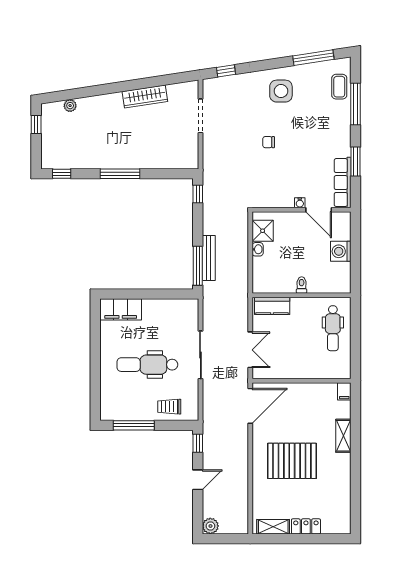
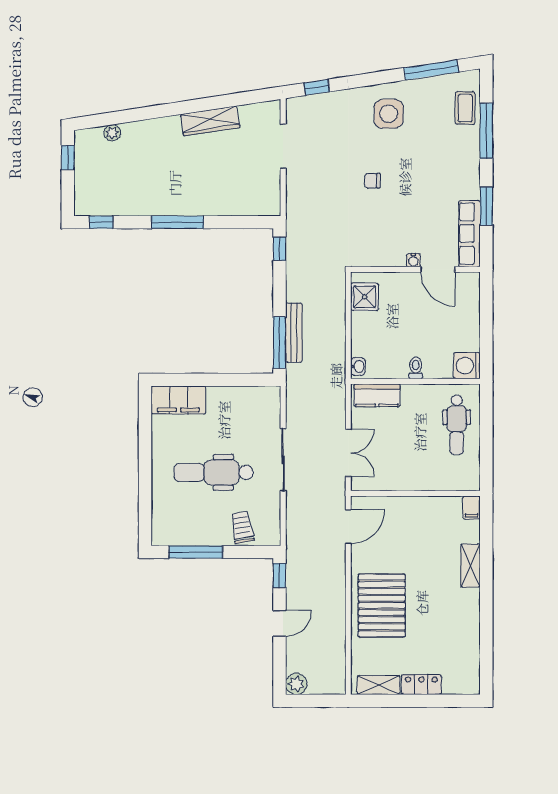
washbasin: (258, 249) -> (358, 366), moved
washing machine: (341, 251) -> (467, 366), moved
door: (250, 406) -> (348, 526), width x0.73
trolley: (169, 407) -> (242, 527), turned 80
pallet: (292, 461) -> (382, 605), moved, turned 90

